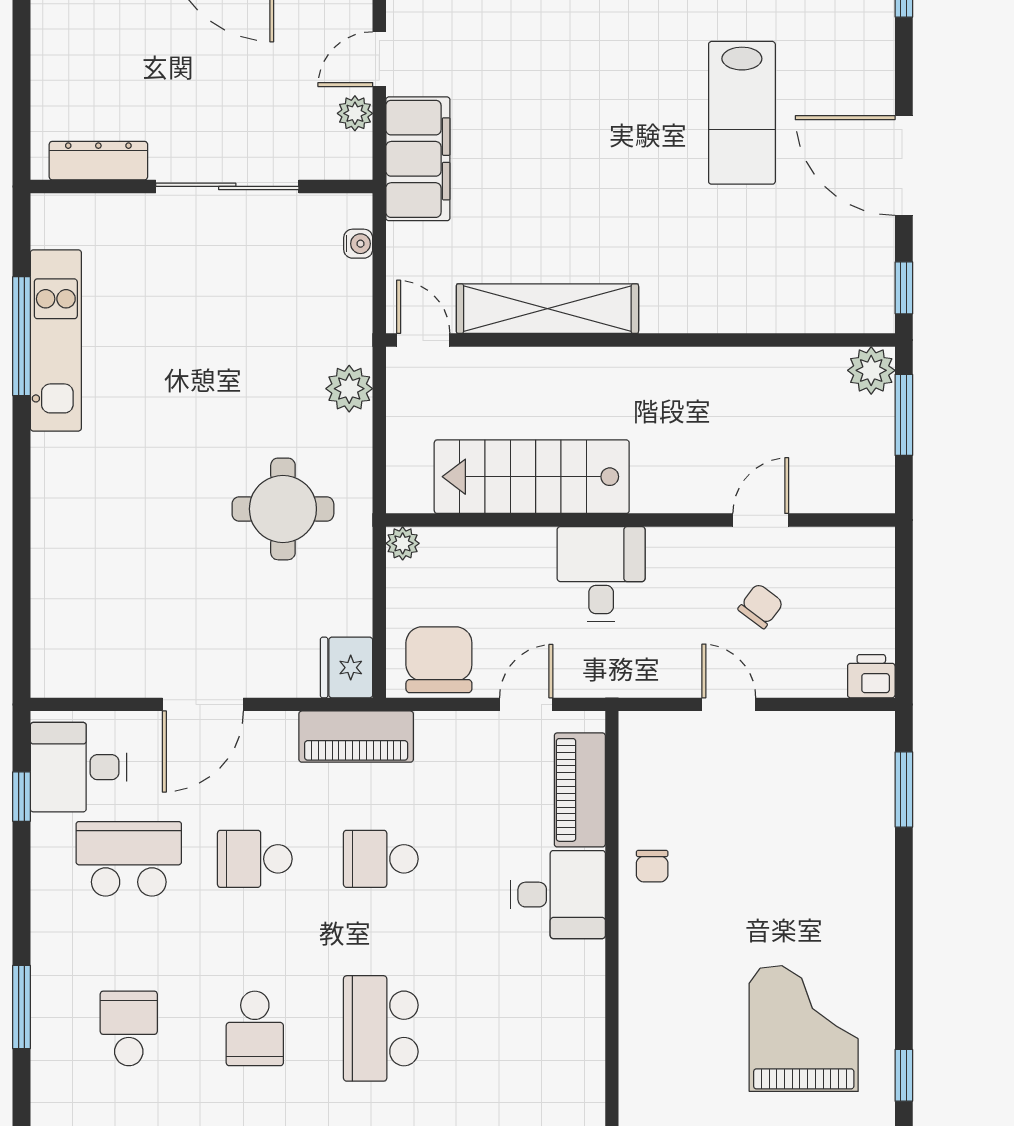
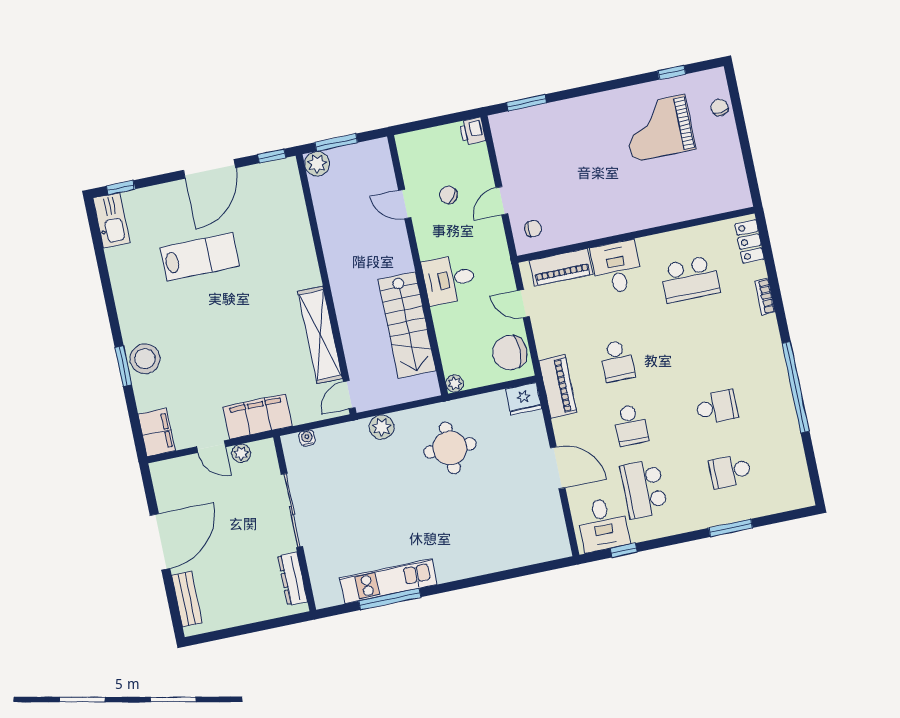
chair: (652, 866) -> (533, 229), moved
school desk: (381, 1028) -> (690, 279), moved

